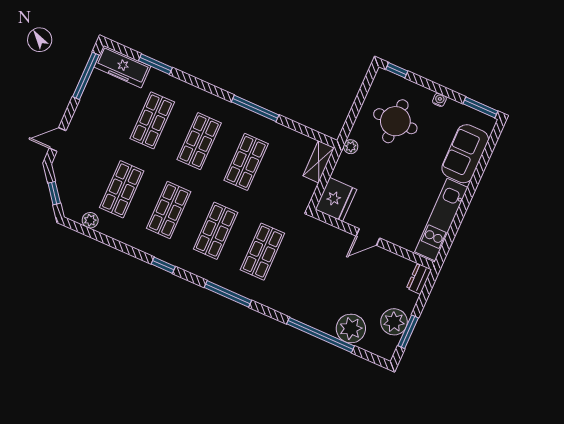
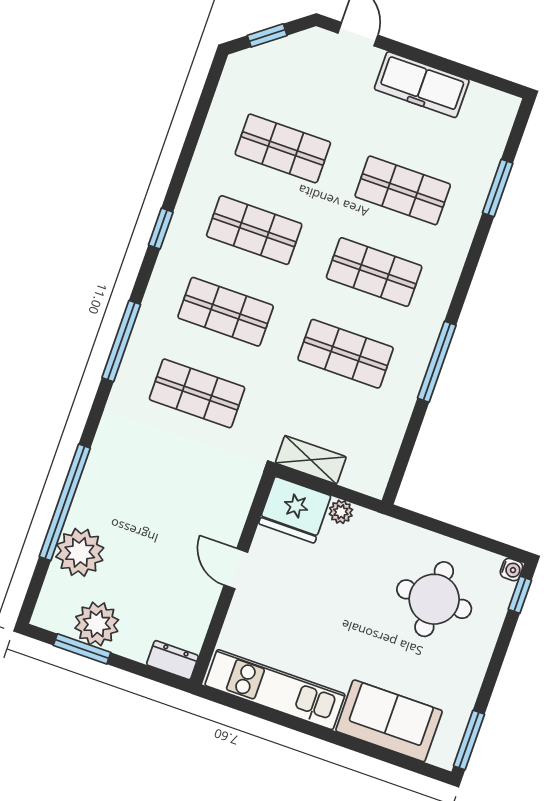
freezer: (122, 67) -> (422, 85), moved, turned -90
window: (86, 76) -> (468, 73), removed
water cooler: (439, 100) -> (511, 570), moved
plant: (351, 147) -> (341, 512), moved
shelving: (319, 162) -> (311, 460), moved
plant: (90, 220) -> (226, 100), removed

